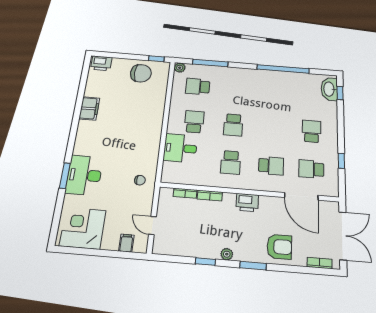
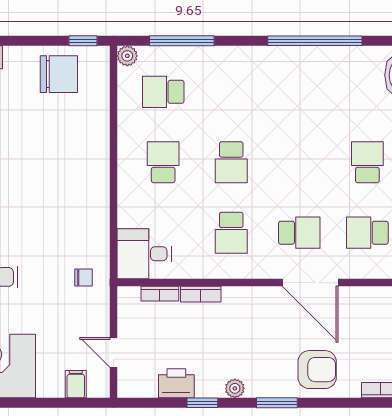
desk: (180, 148) -> (144, 254), moved
door: (301, 196) -> (310, 283), moved
printer: (247, 202) -> (176, 383), moved, turned 180

